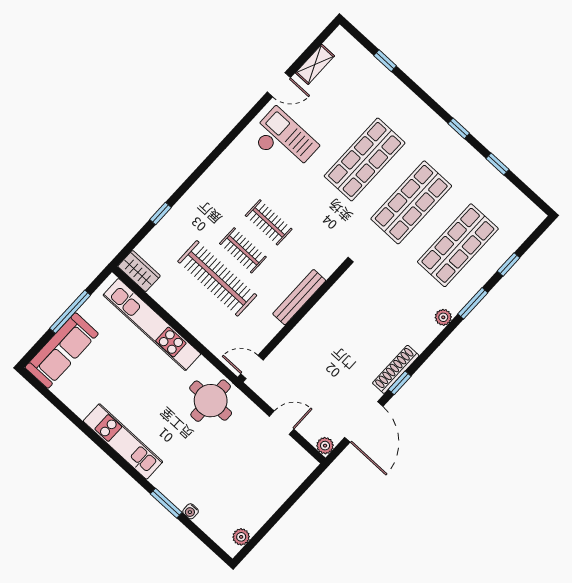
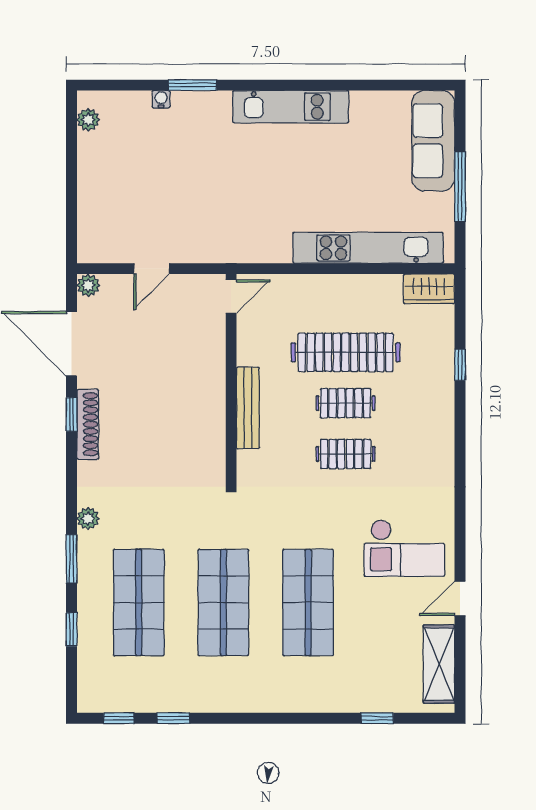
shelving: (315, 64) -> (439, 664), width x1.50, depth x1.33
window: (459, 128) -> (119, 718), moved
round table: (211, 401) -> (241, 226), removed

